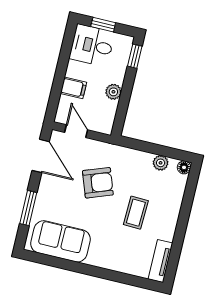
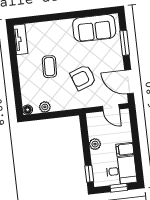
filing cabinet: (73, 88) -> (125, 149), moved

